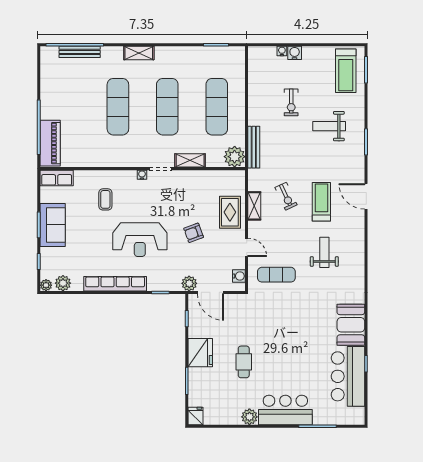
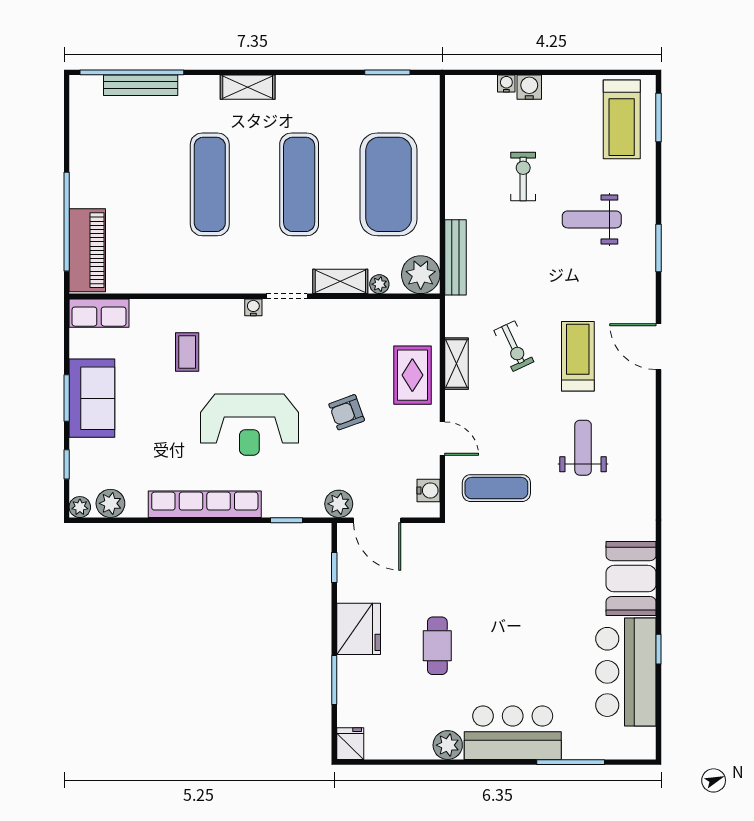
exercise bike: (291, 102) -> (523, 177), turned 180
exercise mat: (217, 107) -> (389, 184), width x1.47
plant: (212, 162) -> (379, 284), added

